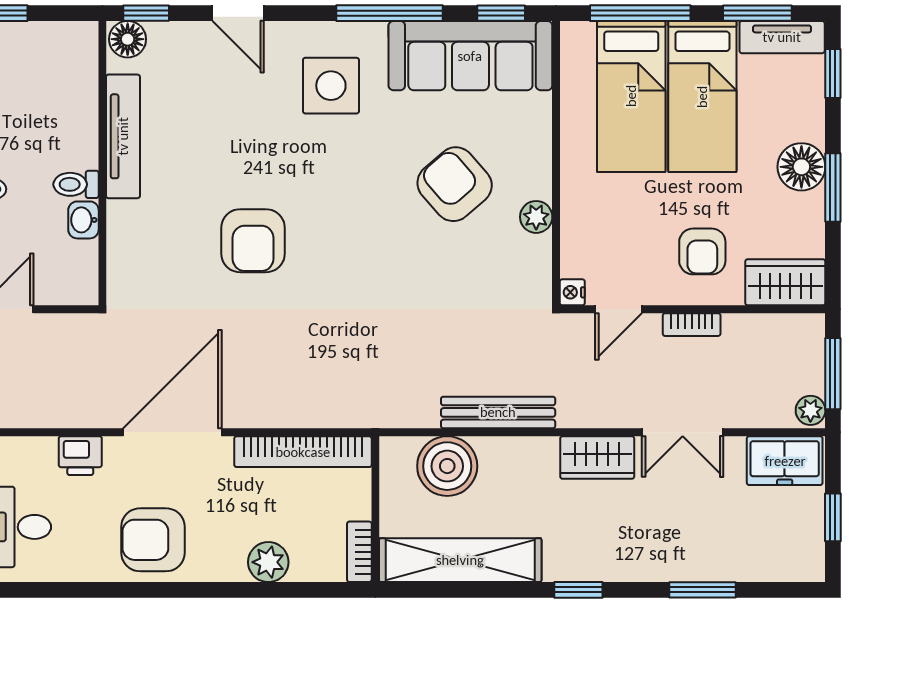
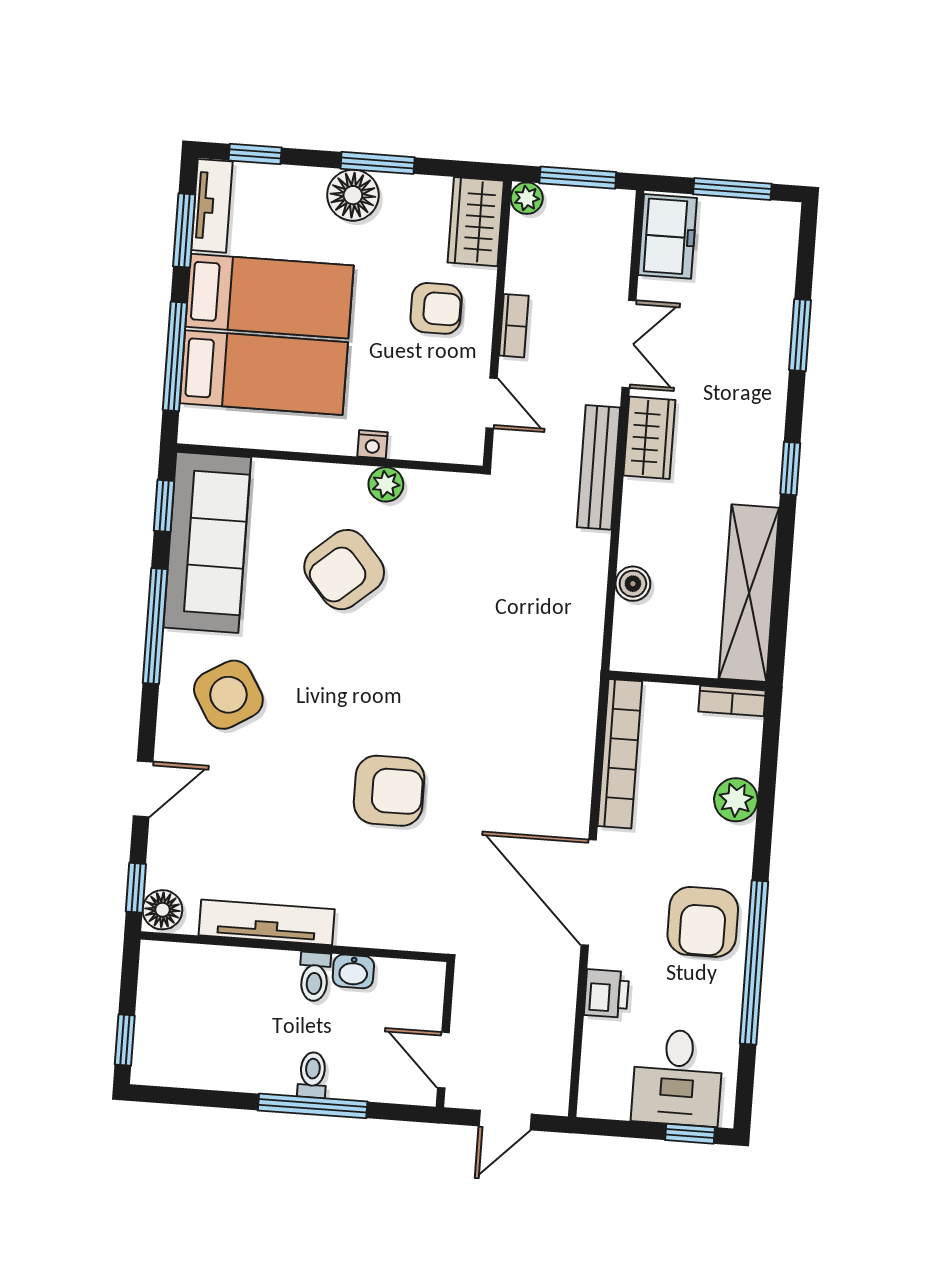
side table: (331, 86) -> (228, 695), turned -31
nightstand: (572, 292) -> (373, 444), moved
plant: (810, 410) -> (527, 198), moved
bench: (498, 412) -> (598, 467), moved
boiler: (447, 466) -> (633, 584), width x0.54, depth x0.54
window: (833, 517) -> (732, 189), width x1.50
window: (119, 590) -> (754, 962), added

